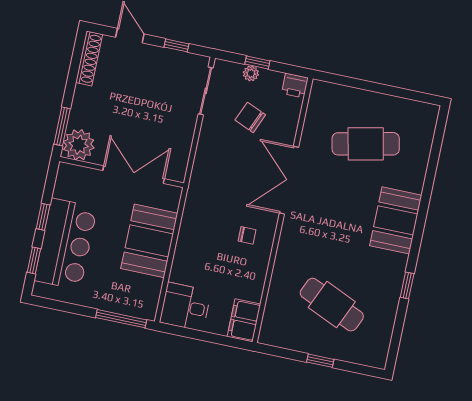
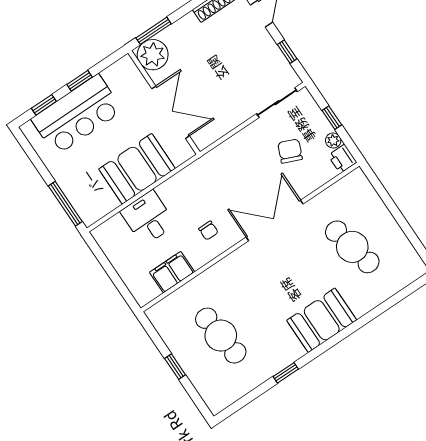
plant: (251, 73) -> (333, 140), moved
cafe table: (332, 305) -> (221, 336), turned -30
desk: (185, 307) -> (148, 218), moved
filing cabinet: (244, 320) -> (172, 272), moved

